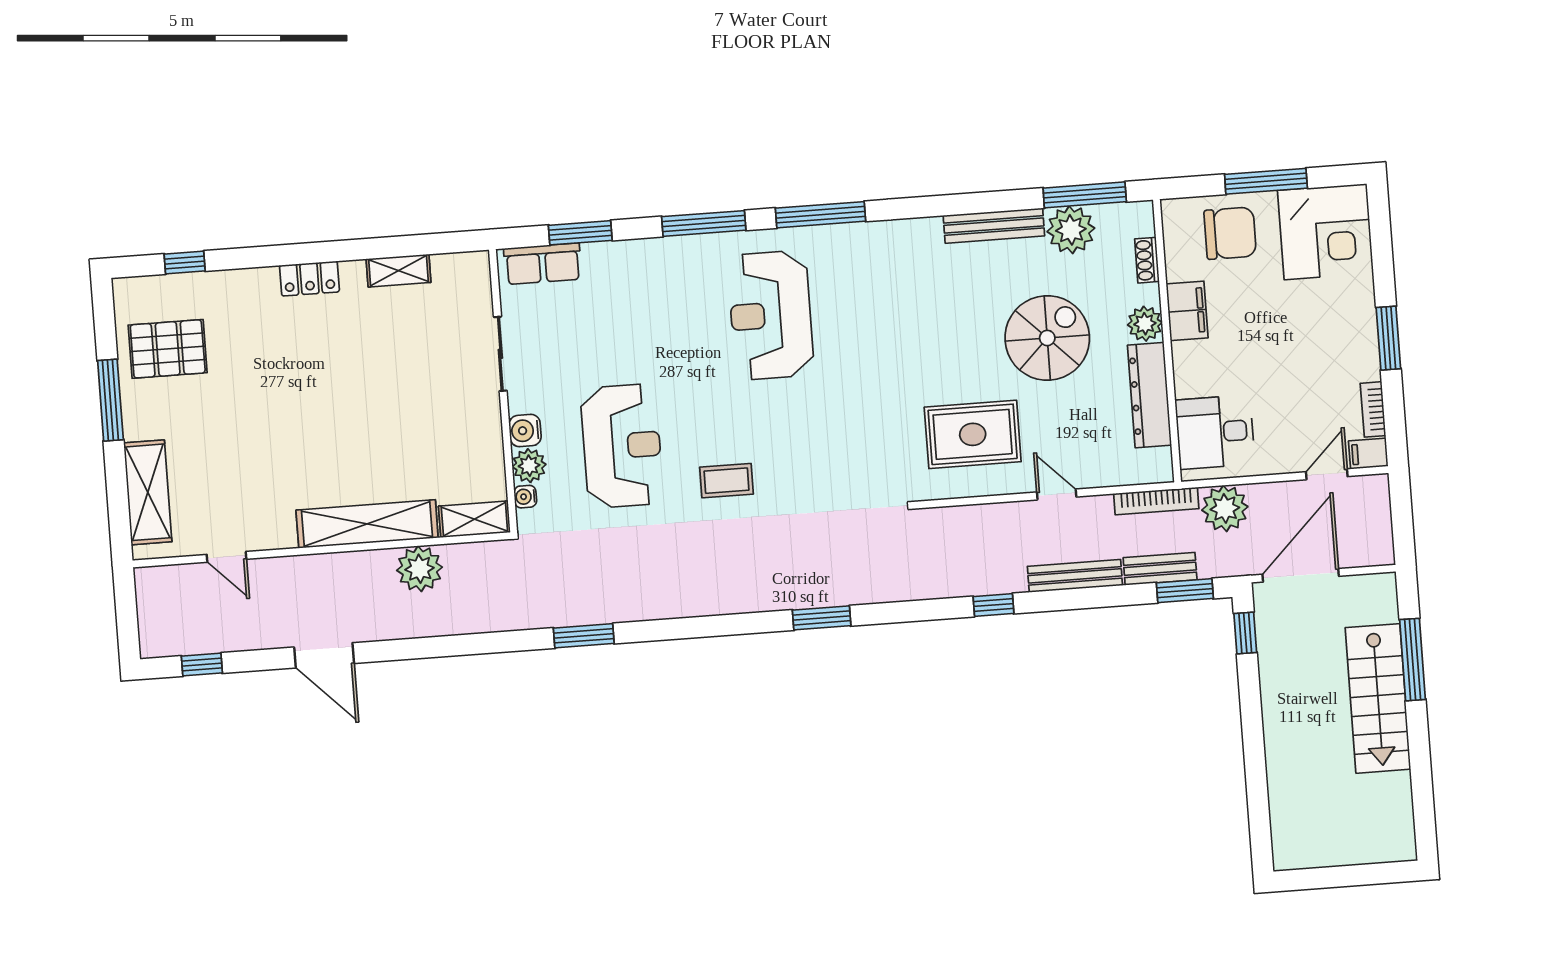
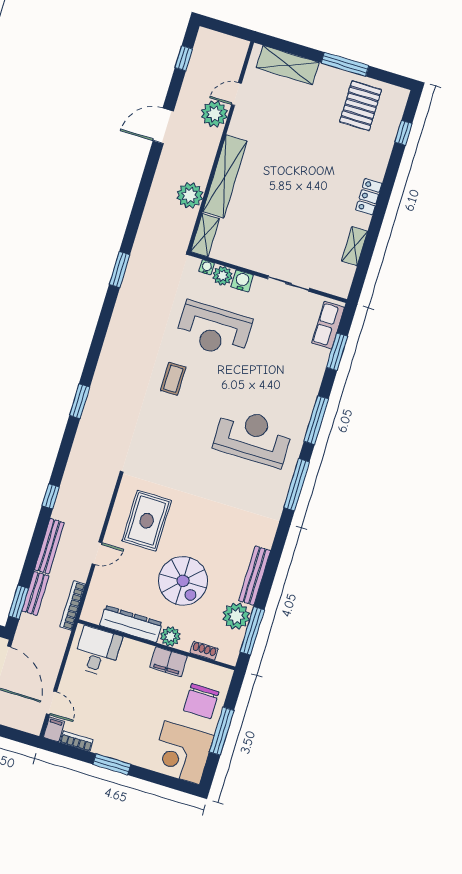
plant: (1225, 508) -> (214, 114), moved

